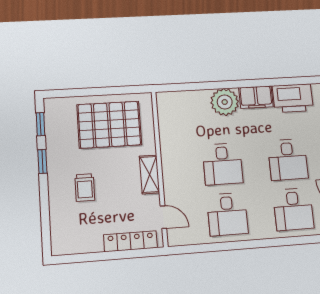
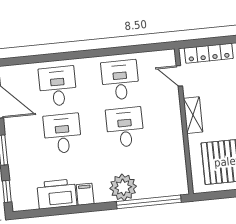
window: (198, 86) -> (149, 202), added
filing cabinet: (256, 97) -> (85, 194), width x0.50

